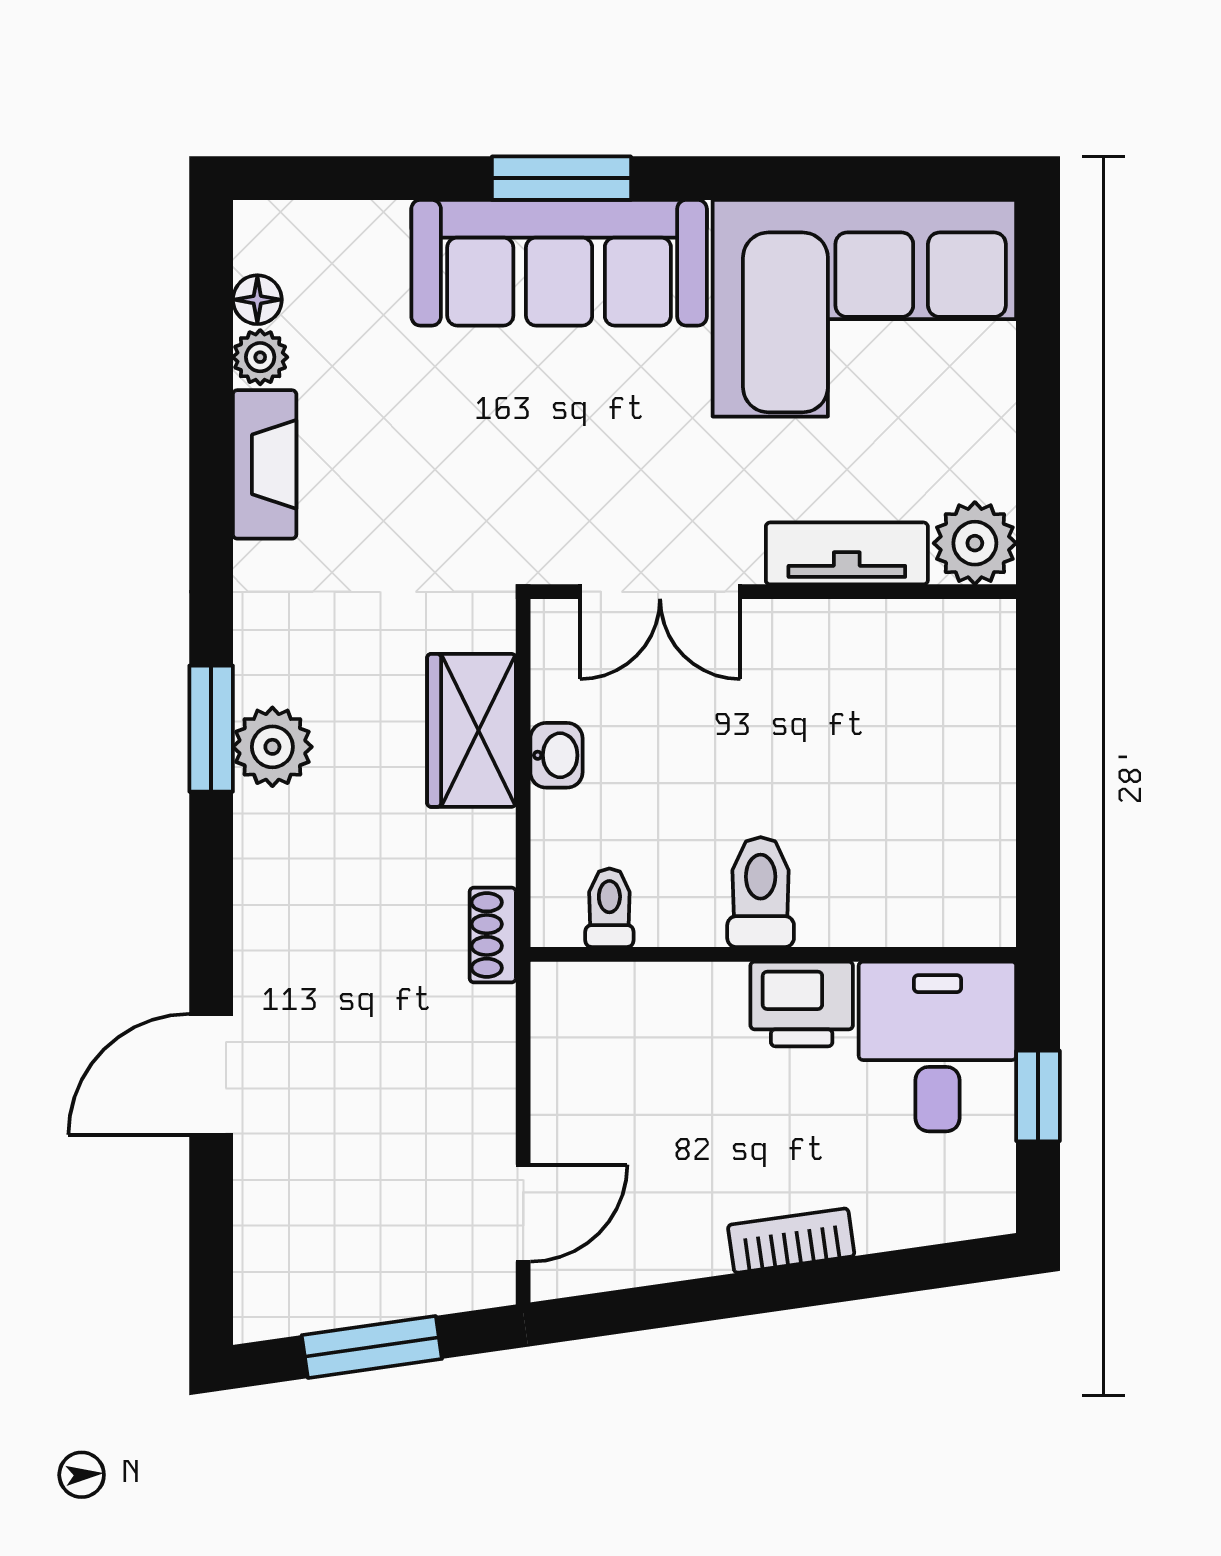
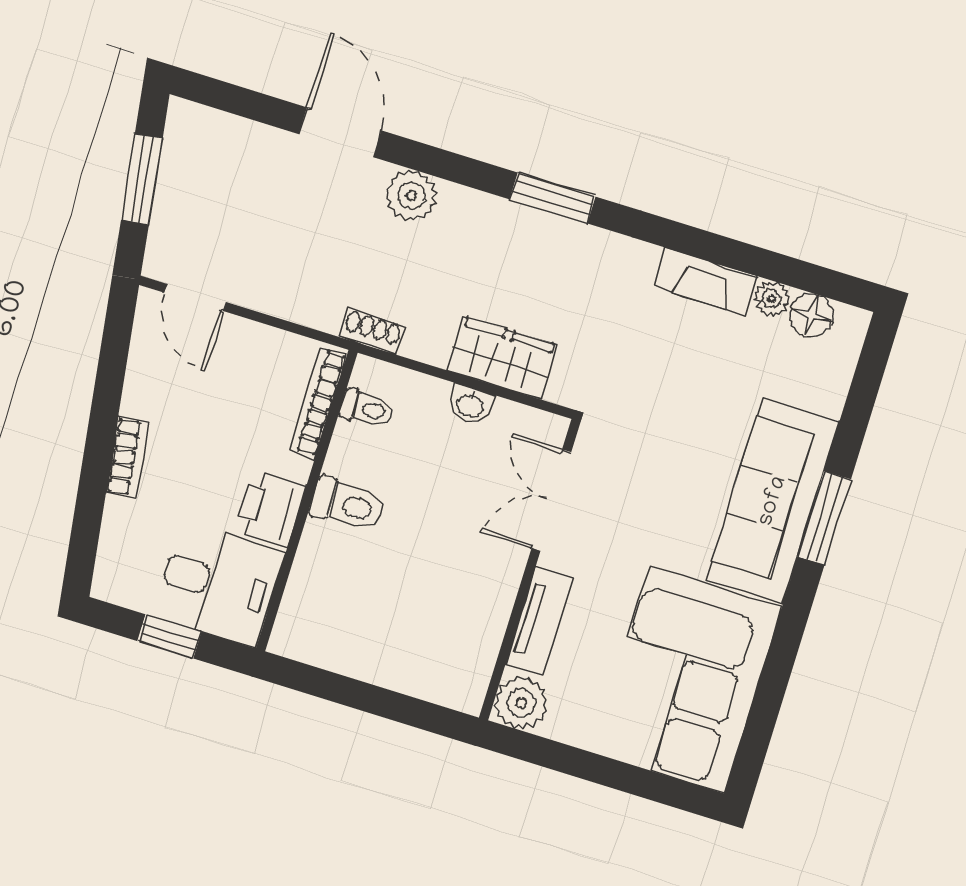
floor lamp: (257, 300) -> (811, 315), width x1.37, depth x1.37
plant: (272, 747) -> (411, 195), moved
bookcase: (622, 983) -> (318, 402), added

